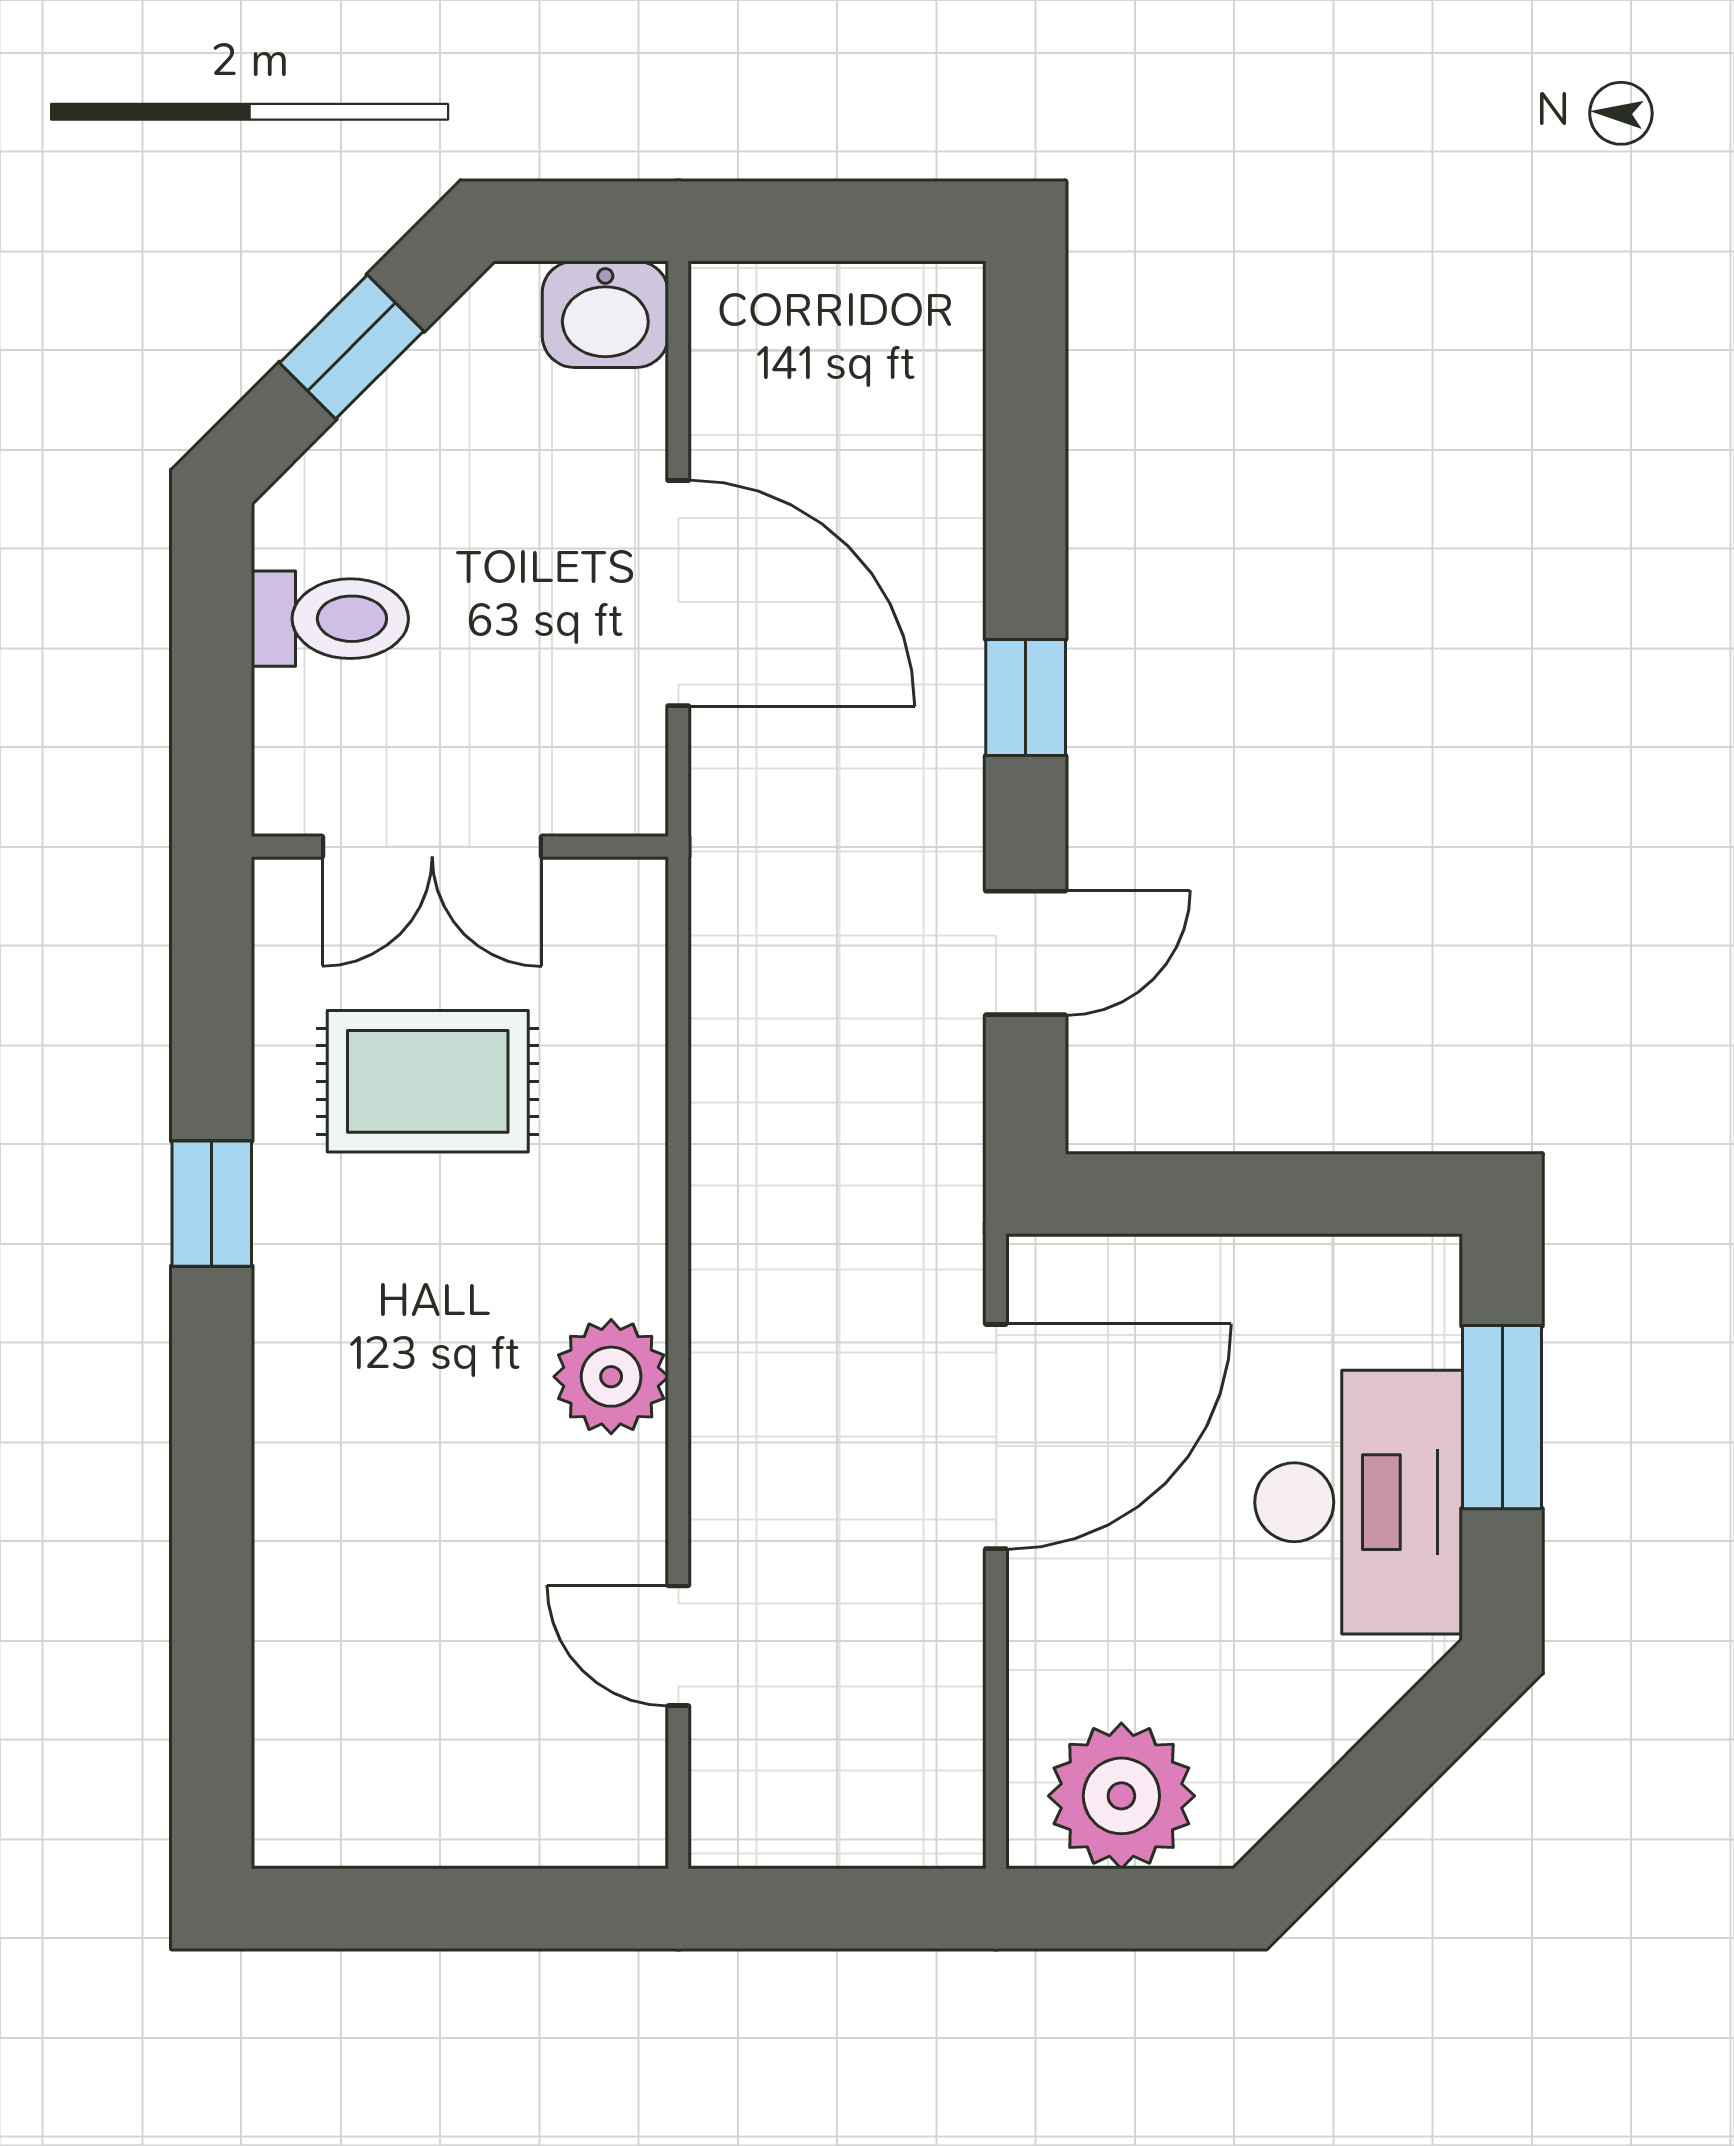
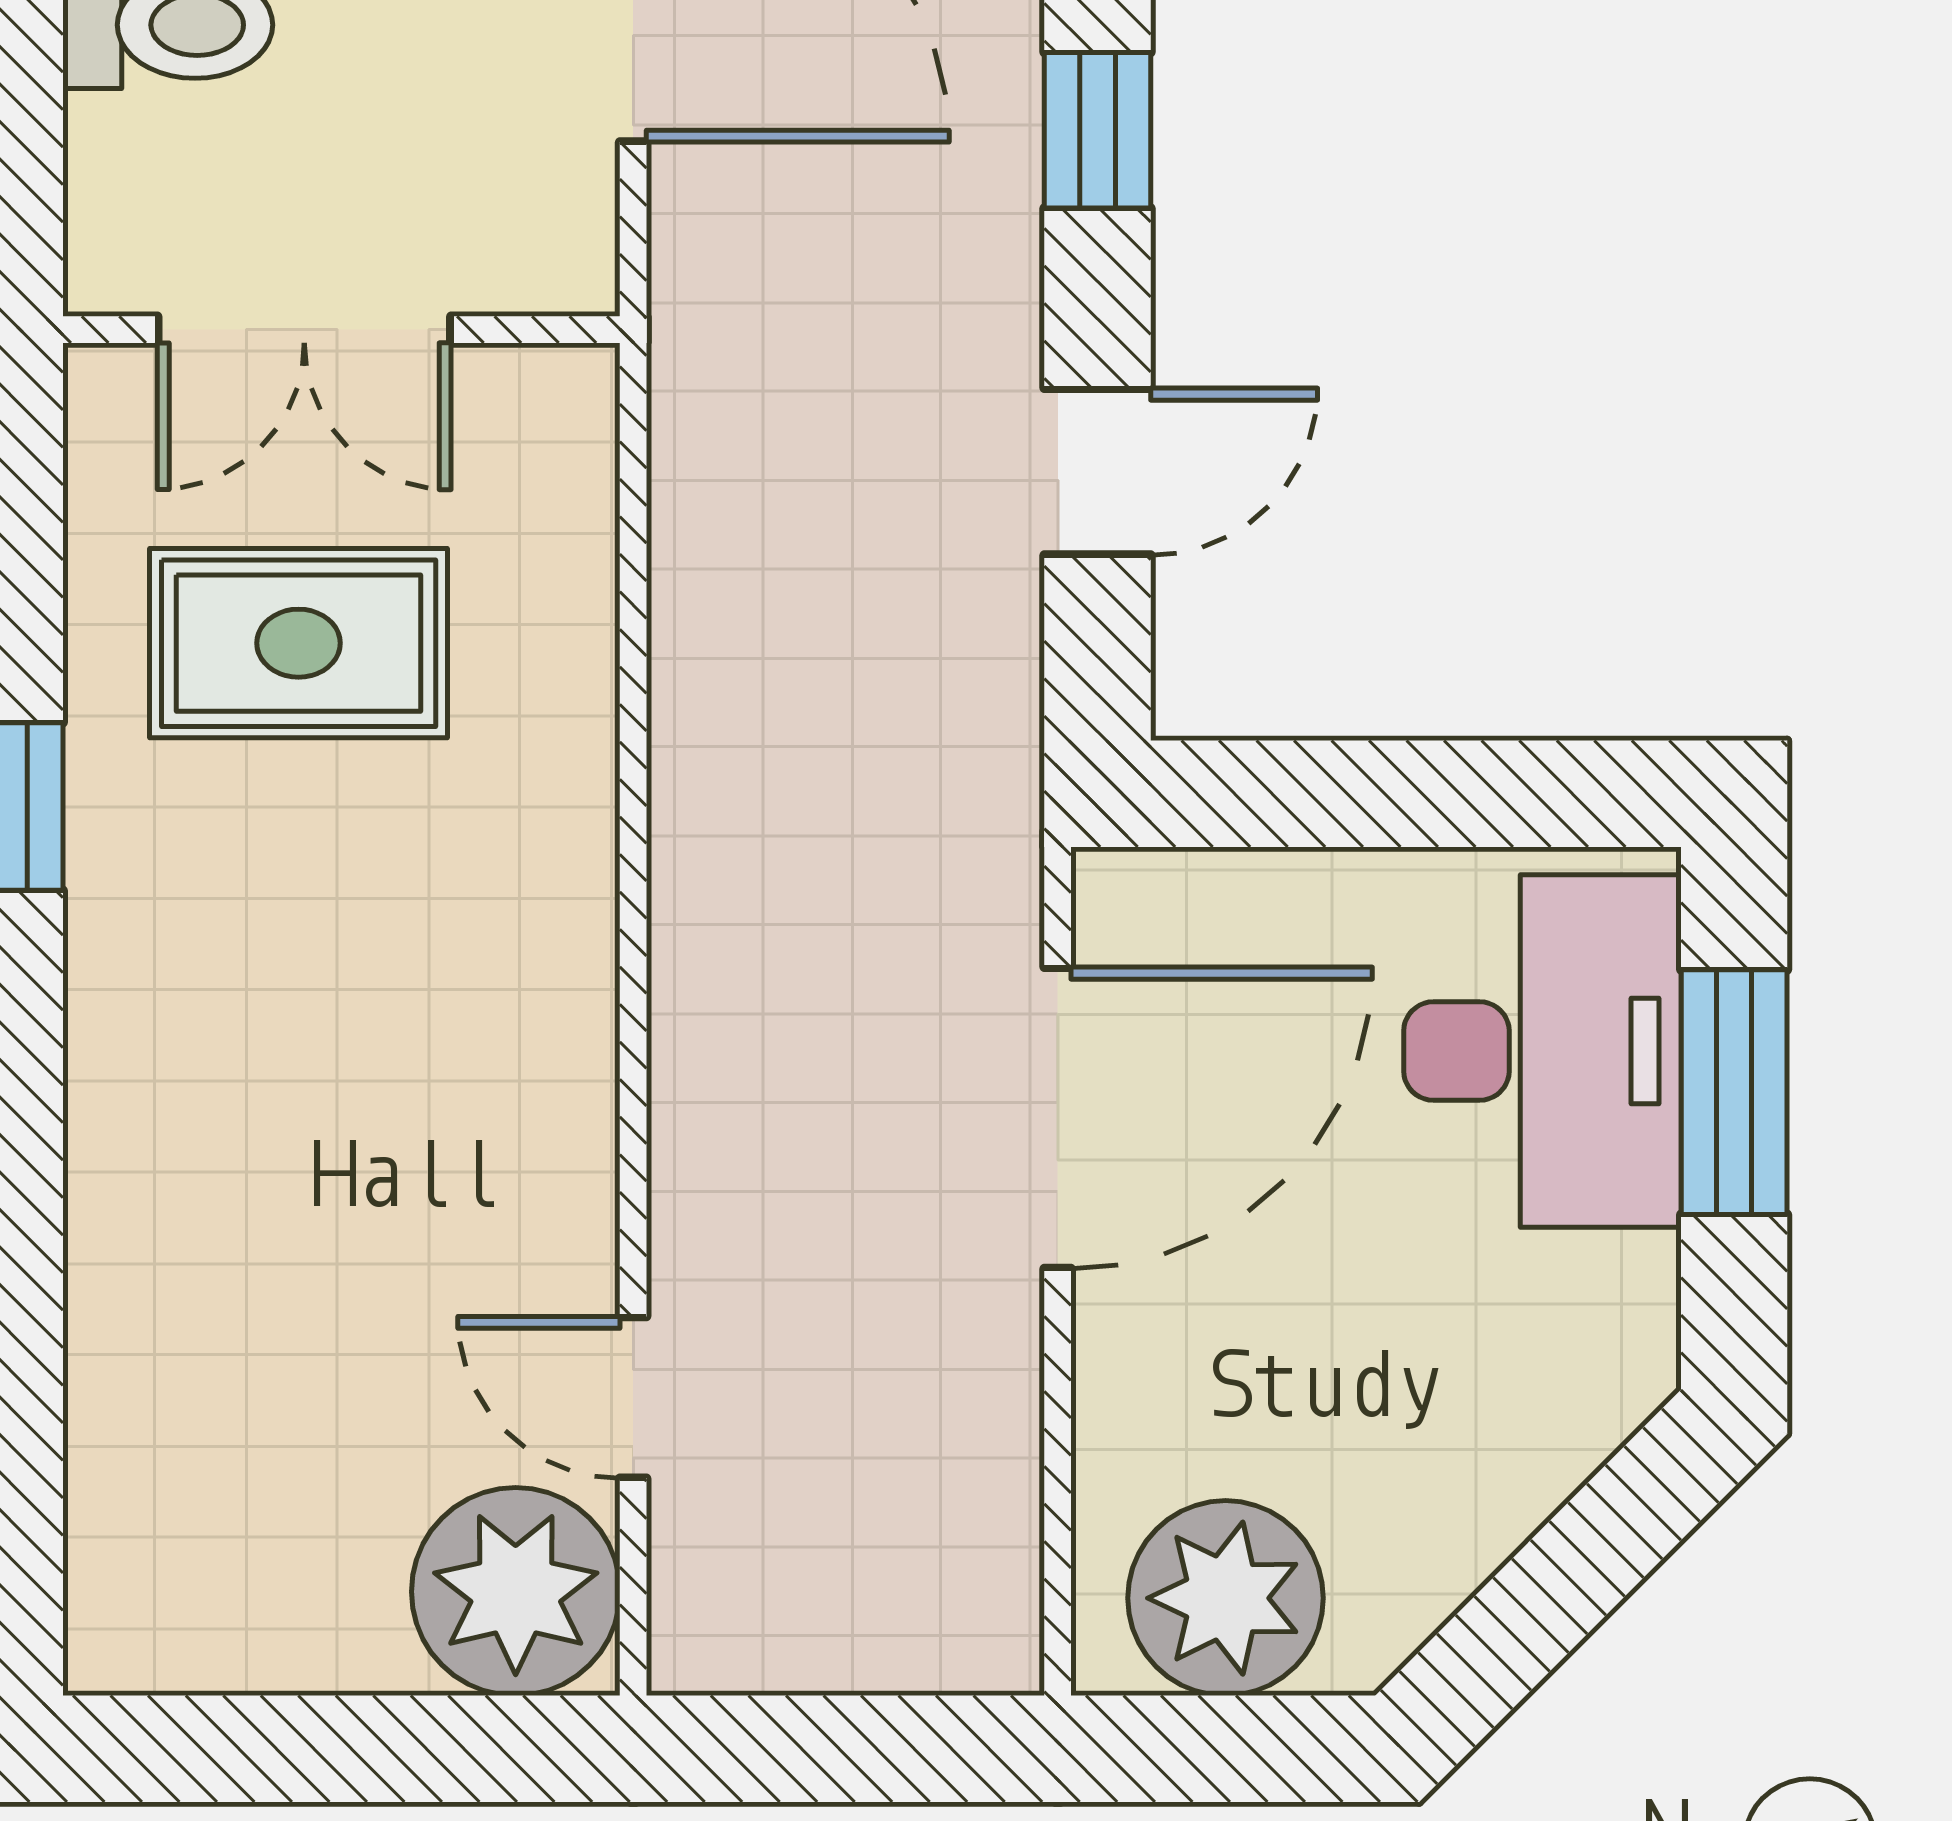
plant: (611, 1377) -> (516, 1592), moved, width x1.36, depth x1.36
desk: (1359, 1502) -> (1542, 1051), moved

